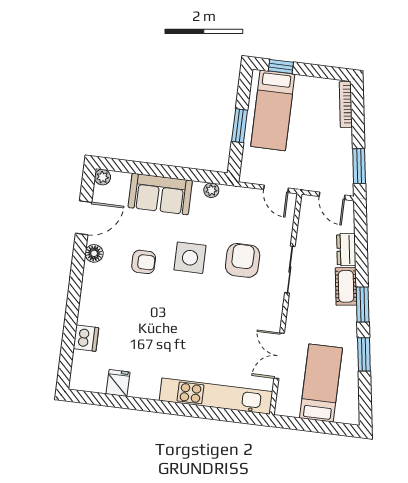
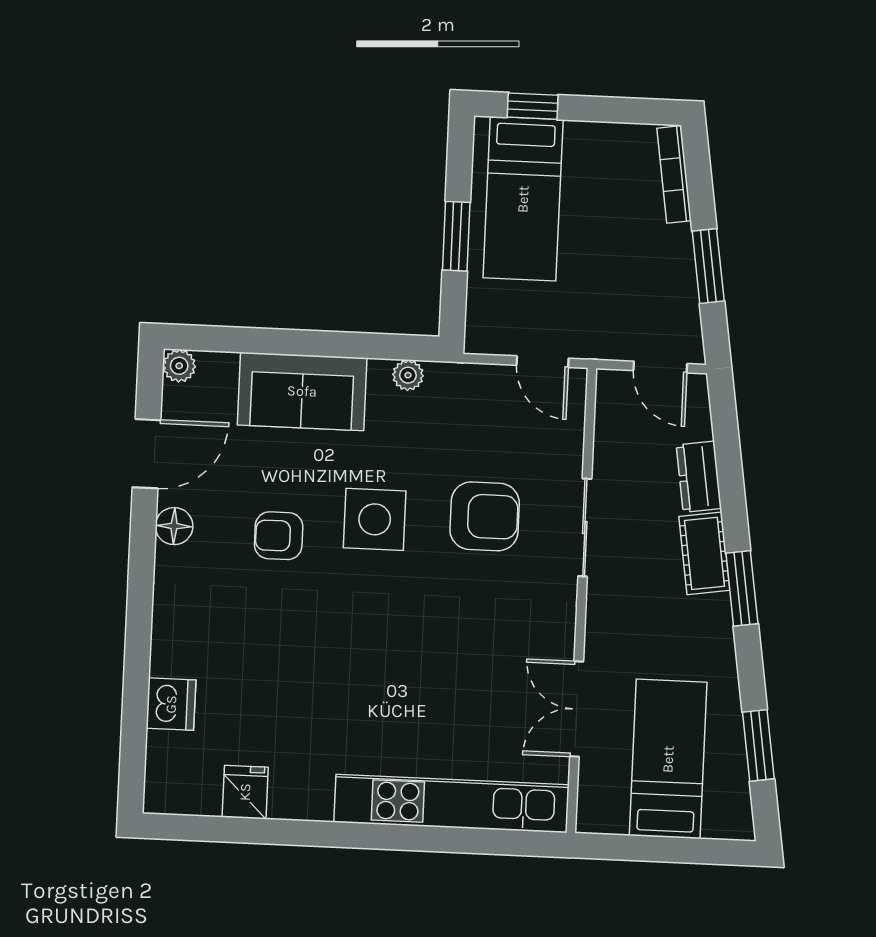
window: (359, 166) -> (708, 266), moved
armchair: (243, 260) -> (485, 516), turned 90
armchair: (144, 262) -> (279, 536), turned 180
window: (364, 354) -> (758, 745), moved

